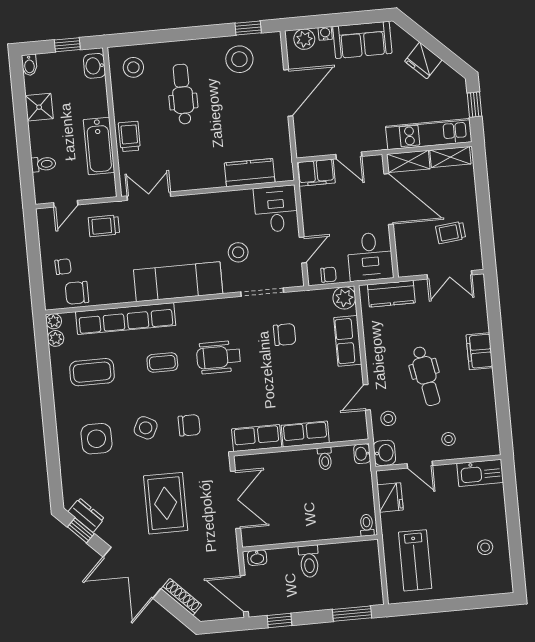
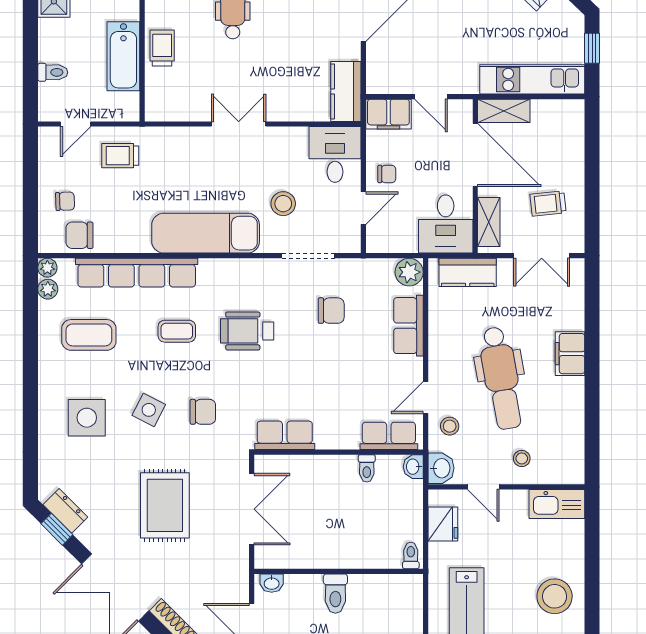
shelving: (450, 157) -> (489, 222), moved, turned 90
kitchen counter: (250, 173) -> (346, 91), moved, turned -90
double door: (149, 196) -> (239, 124), moved
chair: (328, 275) -> (387, 174), moved
dental chair: (426, 376) -> (501, 378), width x1.36, depth x1.38
row of seats: (305, 434) -> (389, 436), moved
stool: (485, 547) -> (555, 596), width x1.89, depth x1.89

